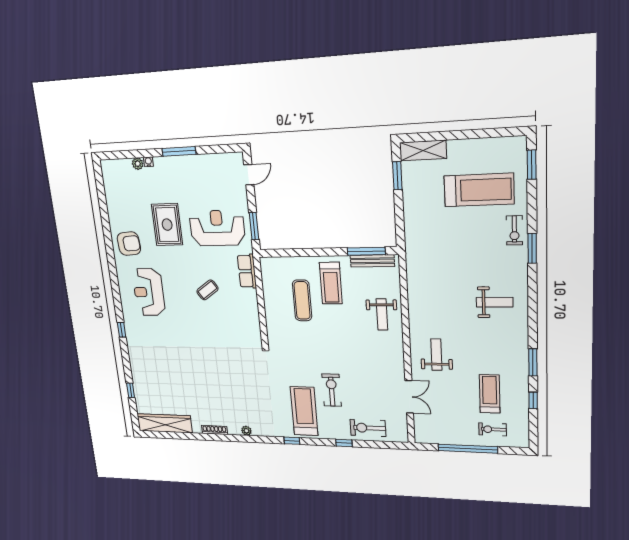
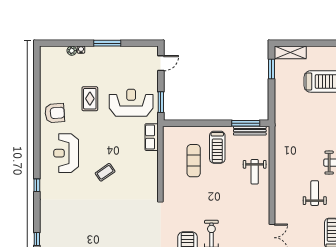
rug: (167, 225) -> (90, 99), width x0.73, depth x0.70
coffee table: (207, 290) -> (105, 172), moved
weight bench: (436, 355) -> (315, 193), moved

